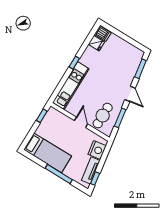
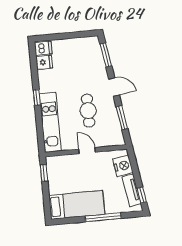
cafe table: (103, 116) -> (88, 111), moved

